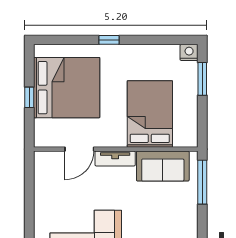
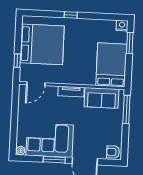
window: (29, 97) -> (17, 61), moved
bed: (150, 114) -> (111, 65), moved
door: (79, 149) -> (36, 84), moved

